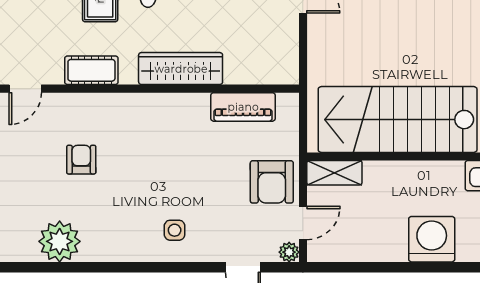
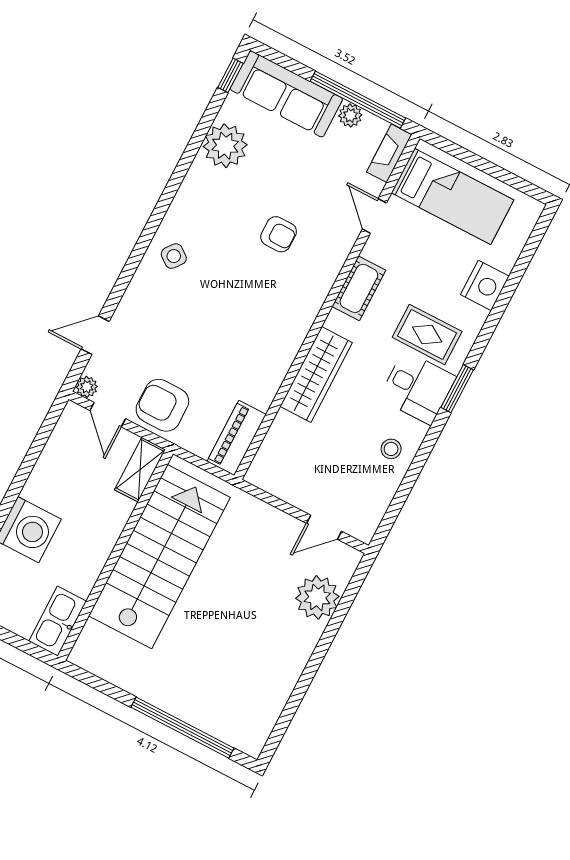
piano: (243, 107) -> (237, 438), moved
side table: (175, 230) -> (174, 256), moved, turned 38
plant: (60, 241) -> (225, 146), moved

